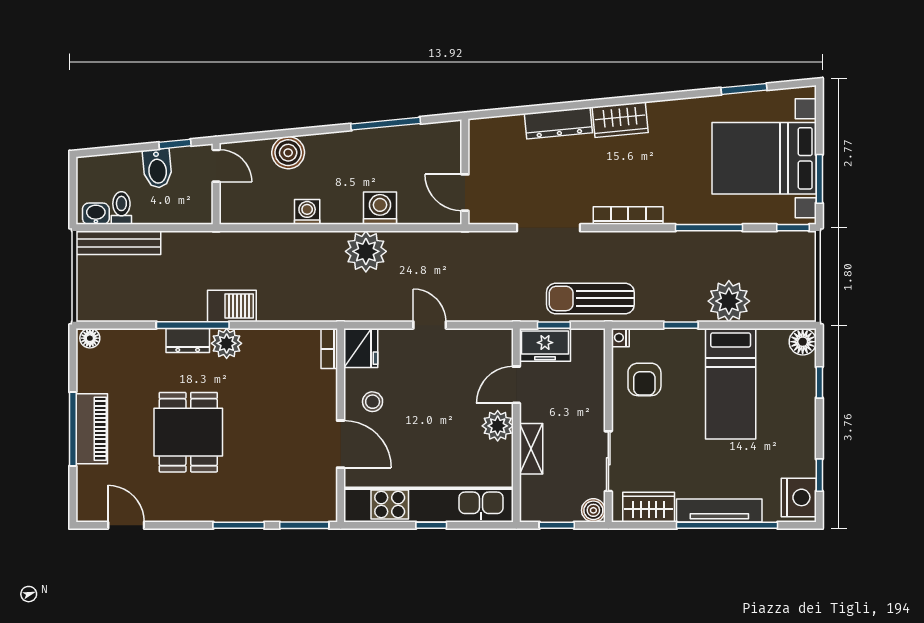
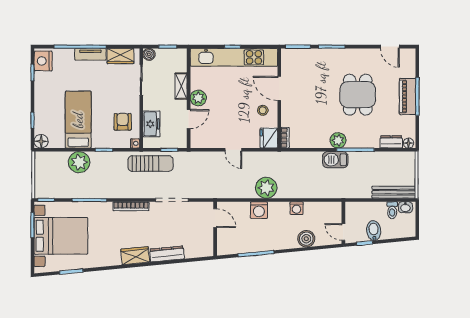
dresser: (188, 340) -> (391, 142), moved
freezer: (545, 345) -> (151, 124), moved, turned 90
tv unit: (719, 510) -> (90, 54), width x0.71

